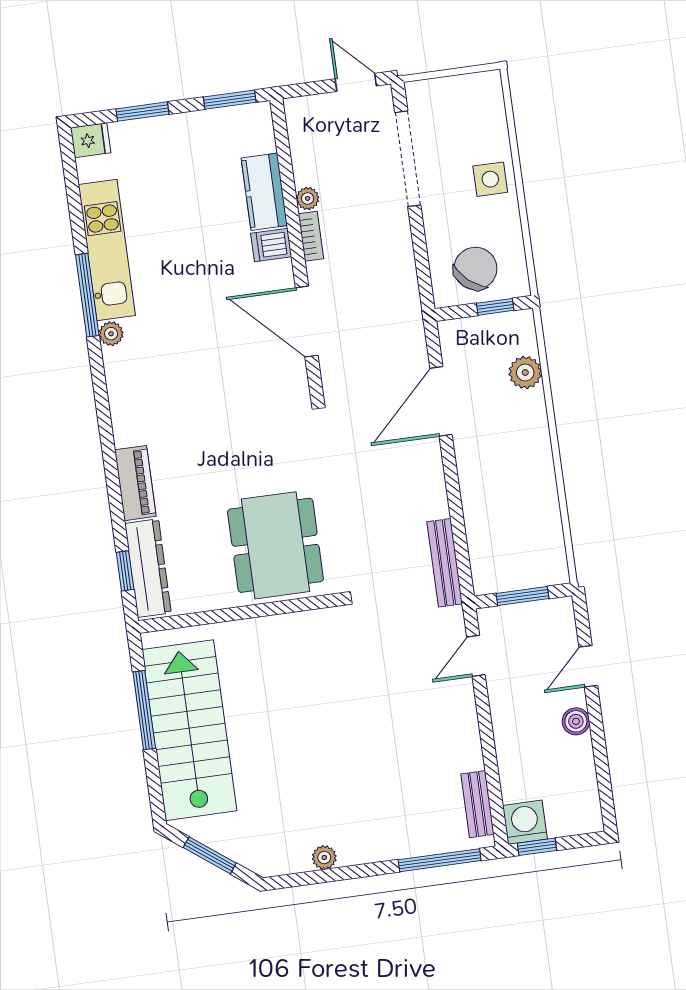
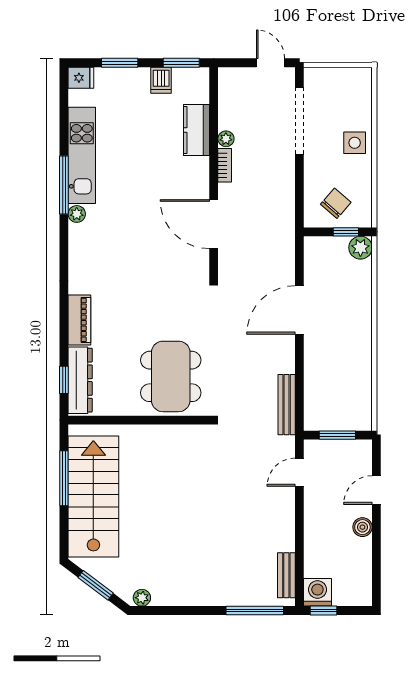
dishwasher: (271, 245) -> (161, 80), moved, turned -90
chair: (475, 268) -> (336, 203), width x0.73, depth x0.73
plant: (525, 373) -> (360, 248), moved
door: (441, 401) -> (299, 310), moved
plant: (324, 857) -> (142, 598), moved

